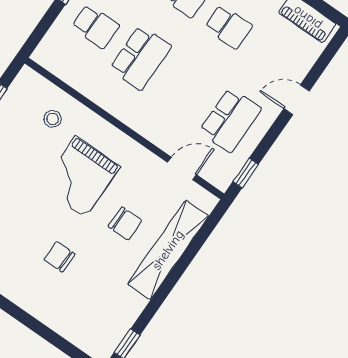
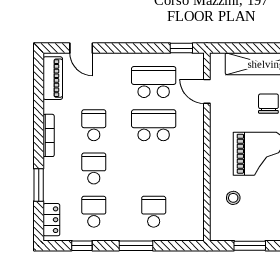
school desk: (141, 58) -> (154, 125), moved
door: (297, 100) -> (81, 48), moved

